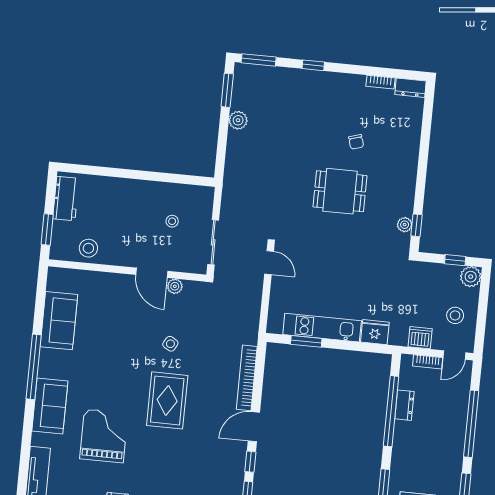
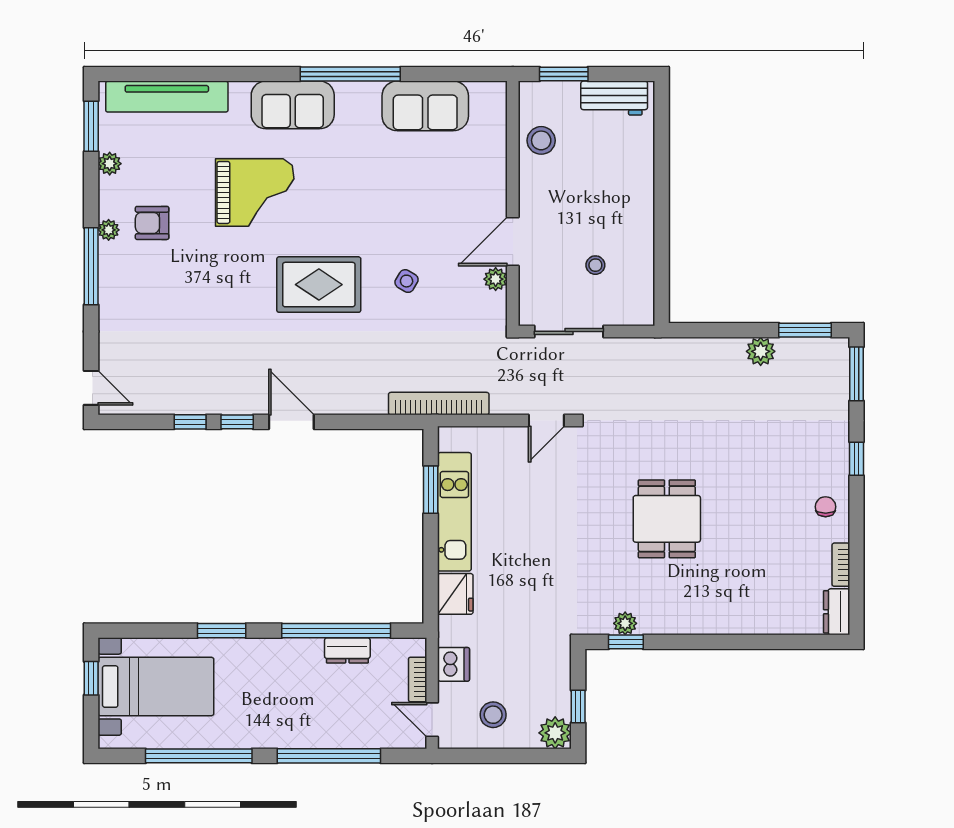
chair: (356, 142) -> (826, 507), moved, turned 107
bookcase: (247, 378) -> (439, 404), moved

